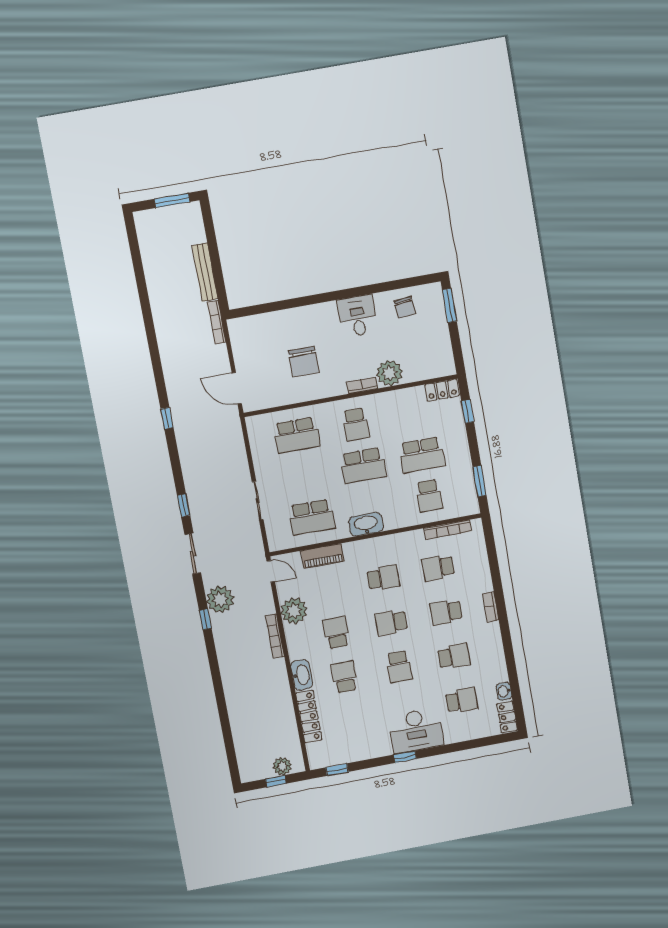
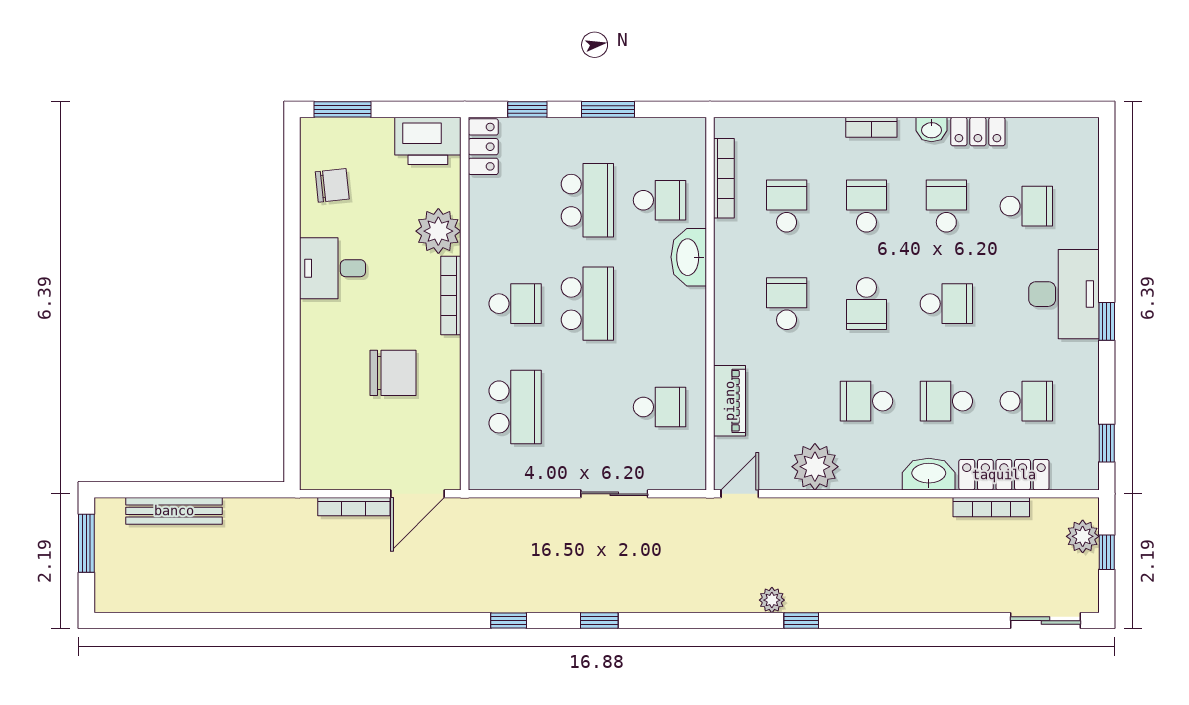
bench: (205, 272) -> (174, 511), moved
bookcase: (217, 322) -> (354, 507), moved
printer: (440, 358) -> (428, 141), added
bookcase: (362, 385) -> (451, 295), width x1.56
window: (167, 418) -> (509, 621), moved
window: (479, 481) -> (608, 109), moved
school desk: (312, 517) -> (660, 407), width x0.54
washbasin: (366, 524) -> (689, 257), moved
sliding door: (193, 554) -> (1046, 621), moved
school desk: (438, 568) -> (787, 206), turned 180
plant: (220, 599) -> (772, 600), width x0.53, depth x0.53
school desk: (446, 612) -> (866, 206), turned 180
bookcase: (275, 636) -> (991, 507), moved
washbasin: (504, 691) -> (932, 129), moved
school desk: (461, 700) -> (1026, 206), turned 90
locker: (507, 717) -> (978, 132), moved
school desk: (352, 721) -> (1026, 401), added

